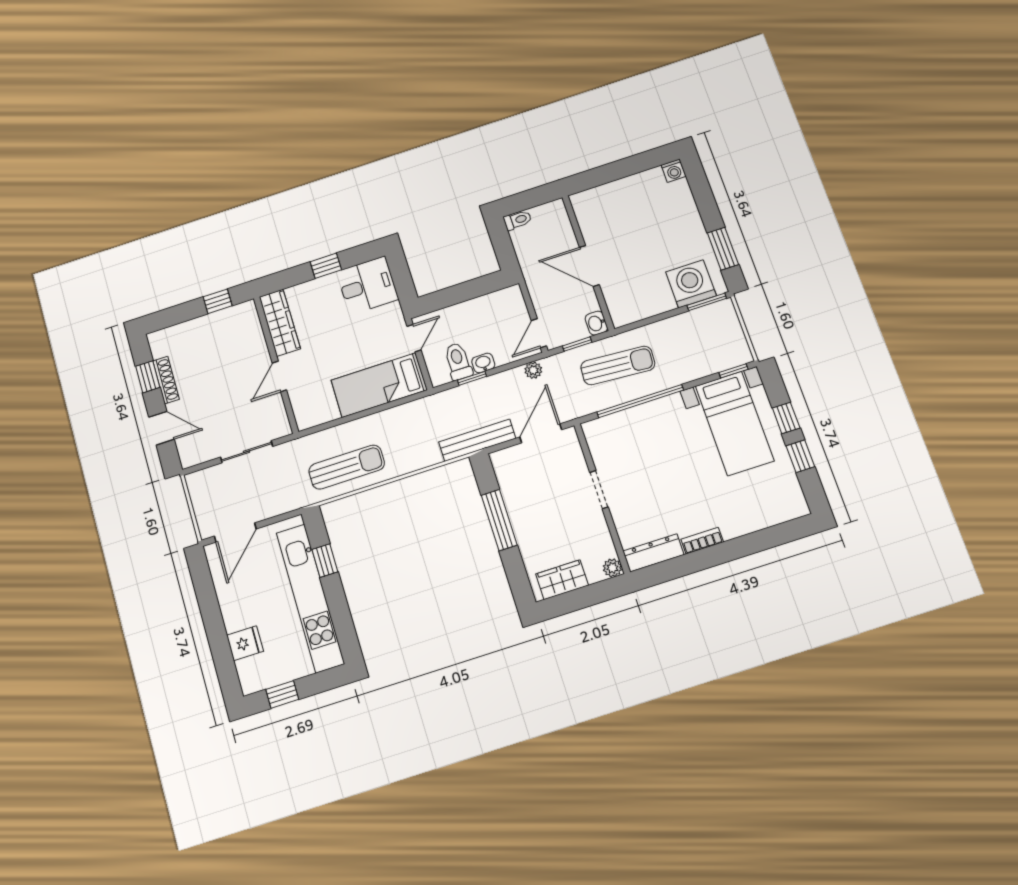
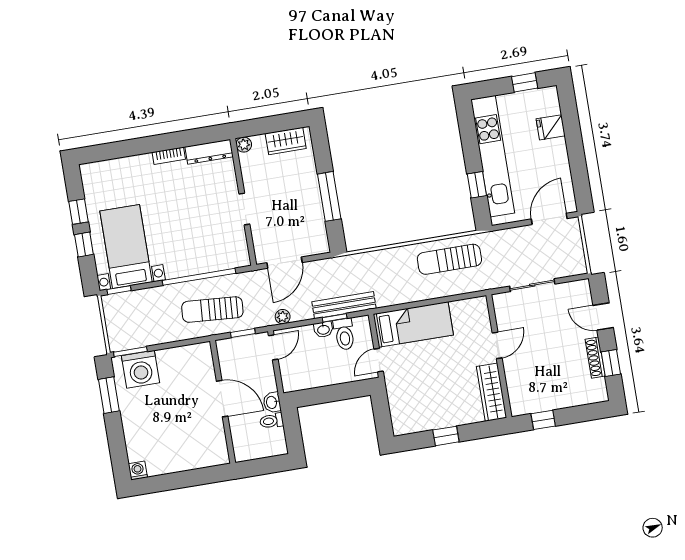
toilet: (518, 220) -> (272, 421), moved
desk: (367, 285) -> (412, 413), removed
washbasin: (596, 323) -> (272, 402), moved, turned 180
bench: (477, 440) -> (344, 305), moved

